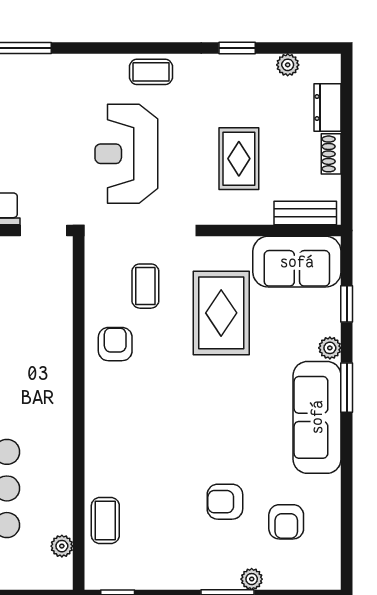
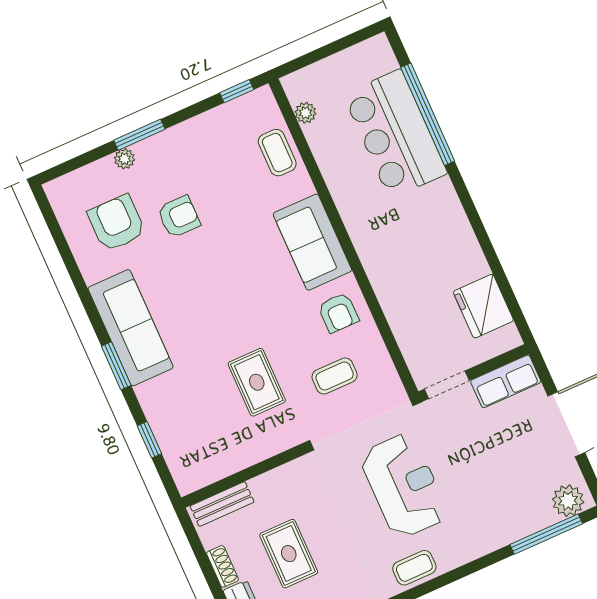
rug: (239, 159) -> (289, 554), moved
sofa: (297, 262) -> (312, 242), moved, turned -90
coffee table: (145, 286) -> (335, 376), turned 90
rug: (221, 313) -> (257, 382), width x0.73, depth x0.70
plant: (330, 348) -> (147, 394), removed
armchair: (286, 522) -> (117, 223), width x1.38, depth x1.38

